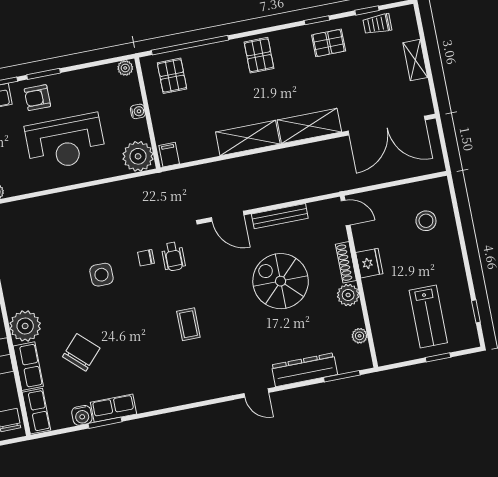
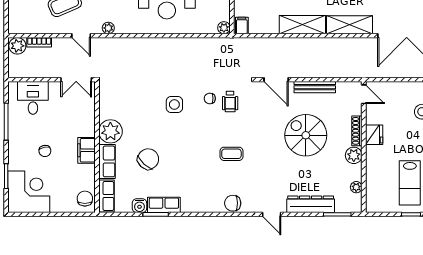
plant: (138, 156) -> (224, 28), width x0.53, depth x0.53
coffee table: (188, 324) -> (231, 154), turned 90
chair: (203, 388) -> (233, 203), added

